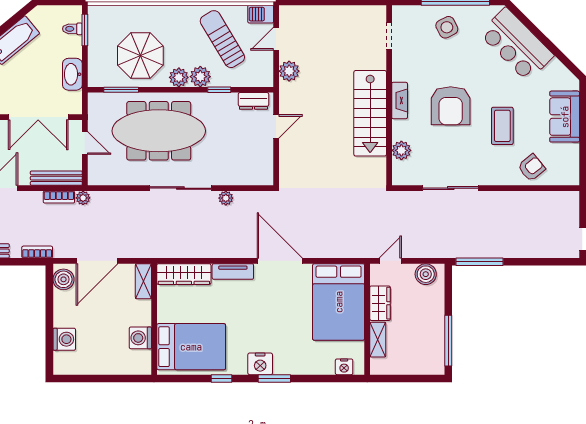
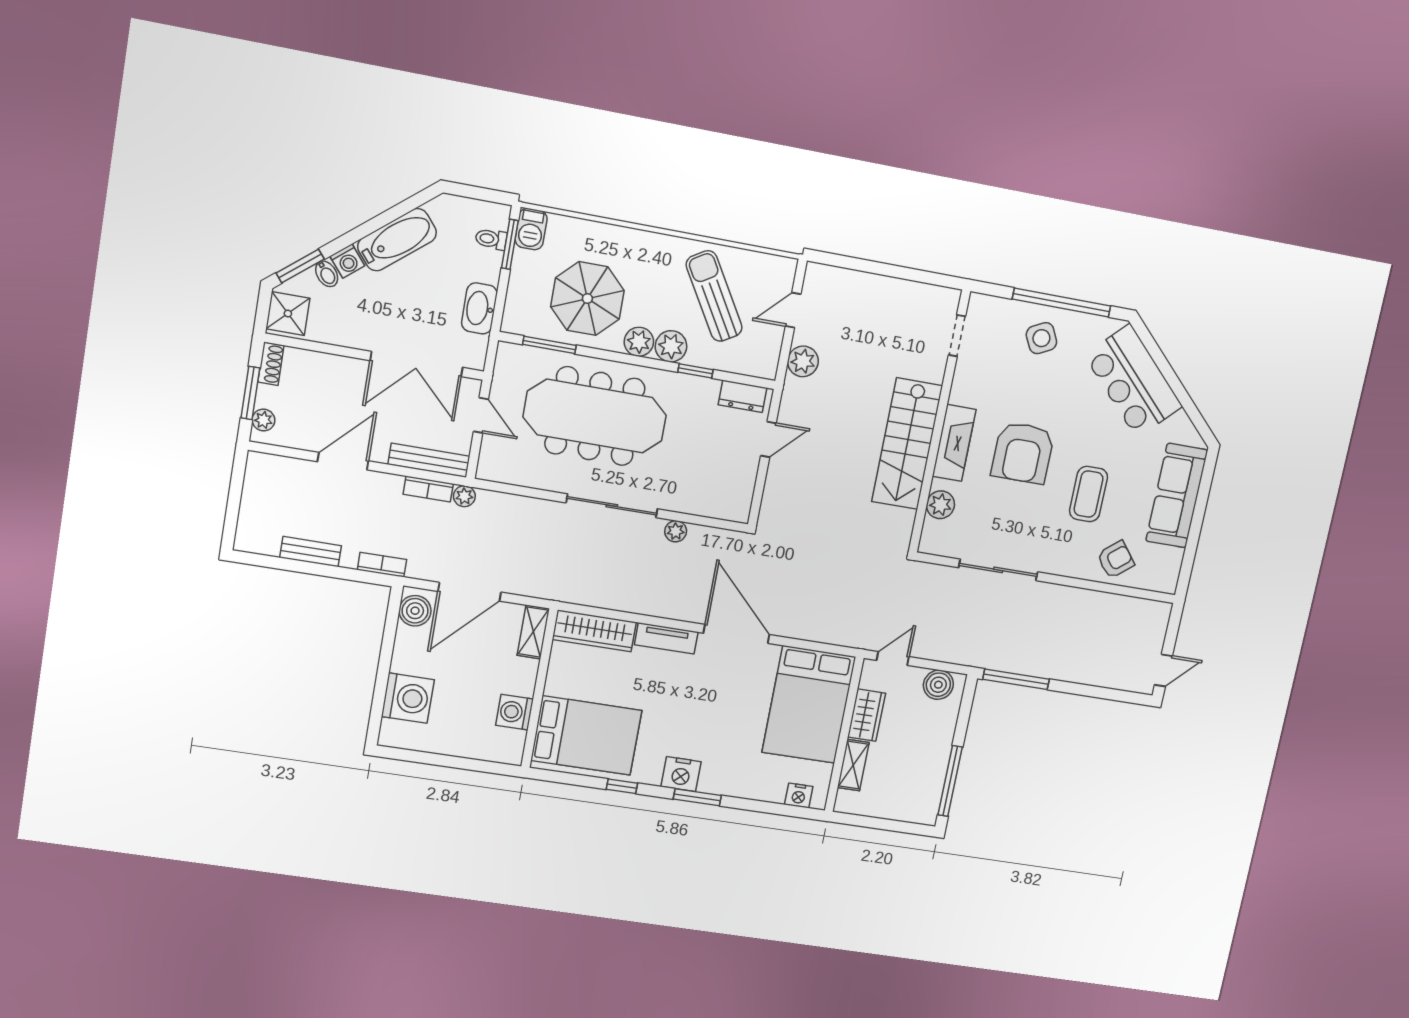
barbecue: (261, 14) -> (531, 229), moved, turned -90
fireplace: (400, 101) -> (954, 443), width x1.37, depth x1.32
sofa: (565, 117) -> (1177, 496), width x1.36
washing machine: (64, 339) -> (408, 698), width x1.37, depth x1.37

